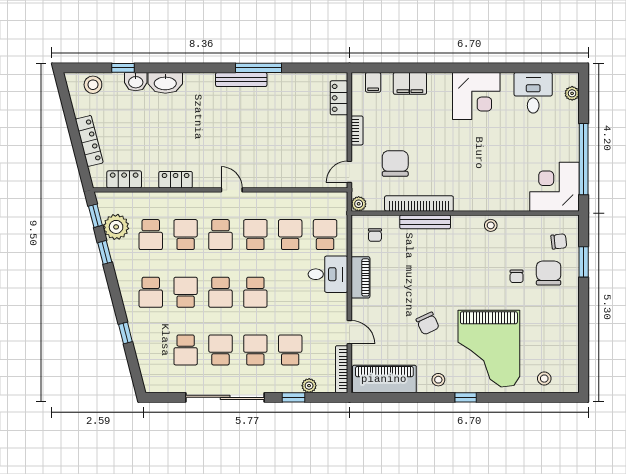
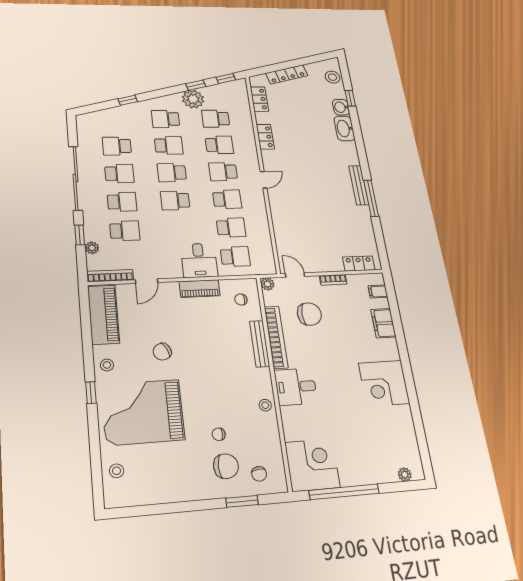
desk: (533, 93) -> (296, 387), moved, turned 180
plant: (116, 227) -> (193, 99), moved

